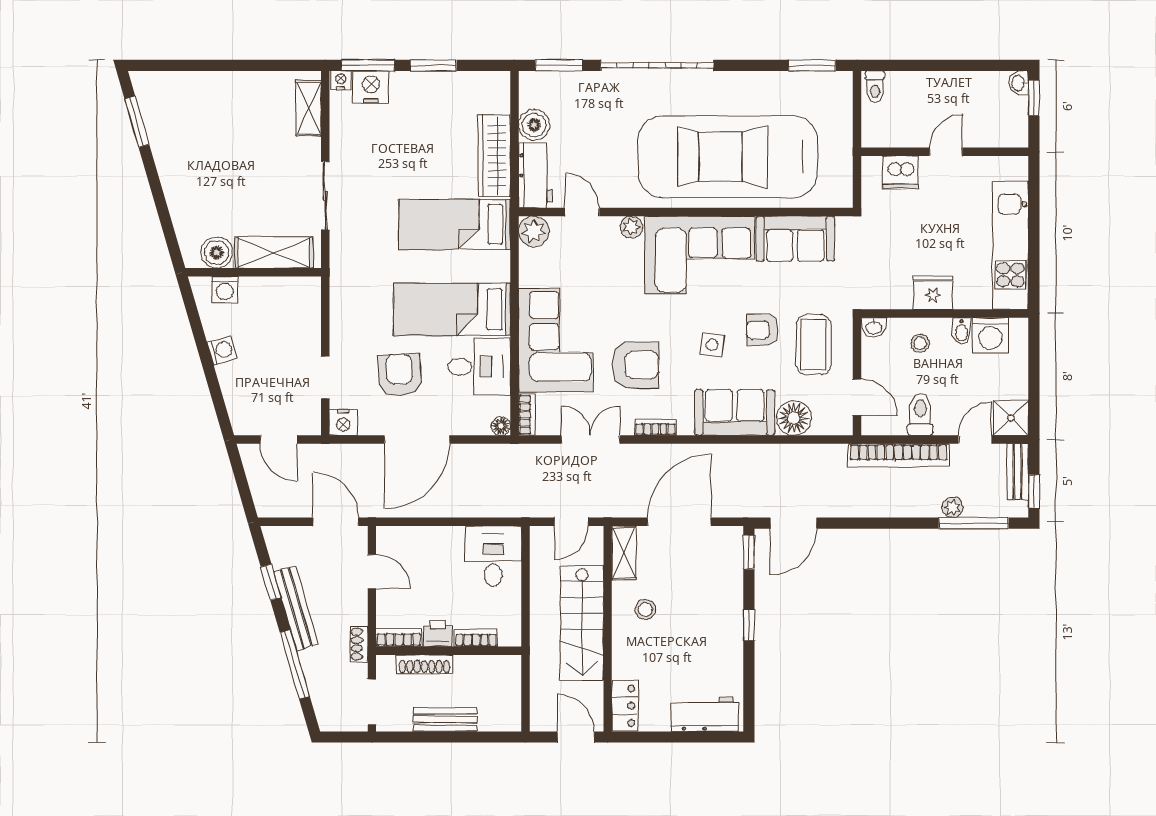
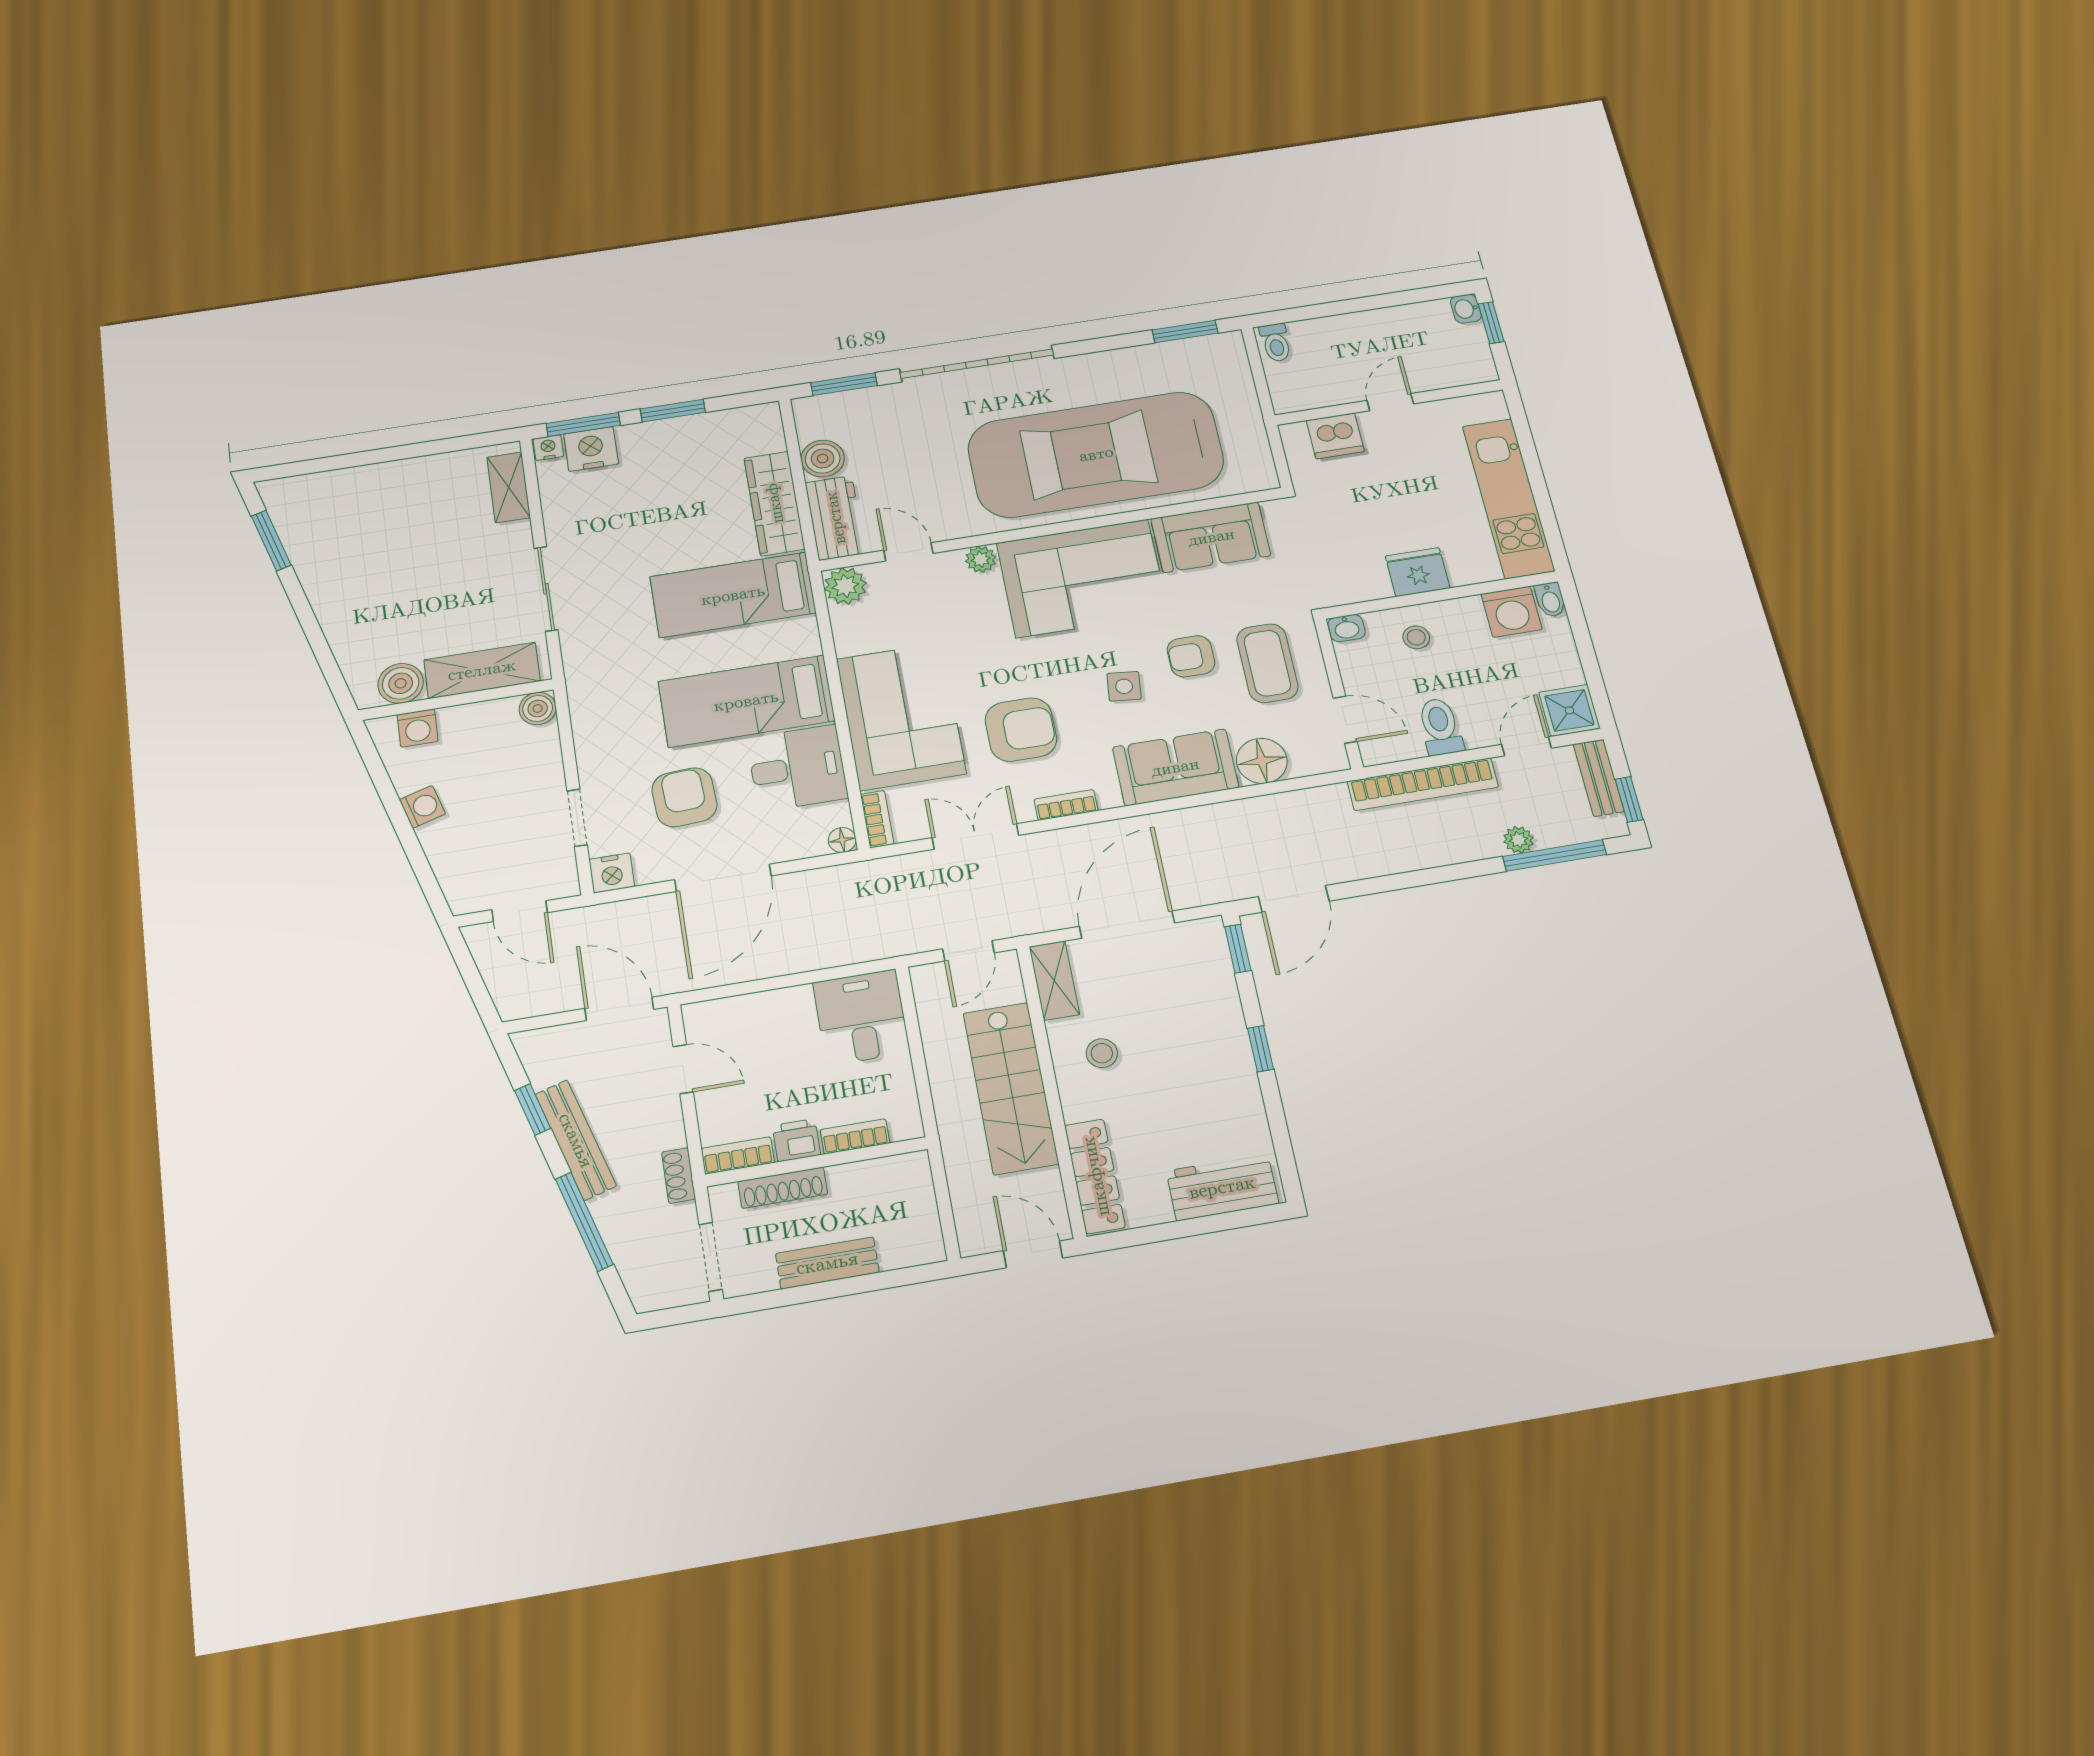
boiler: (308, 289) -> (538, 708), added
bidet: (961, 331) -> (1550, 600), moved
locker: (625, 706) -> (1095, 1176), width x1.53

